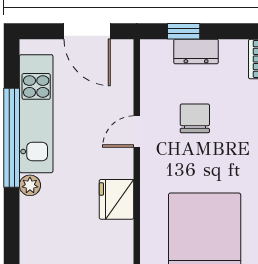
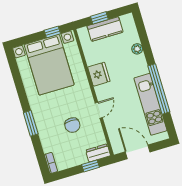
dresser: (196, 52) -> (98, 153), moved
plant: (30, 185) -> (137, 49), moved

